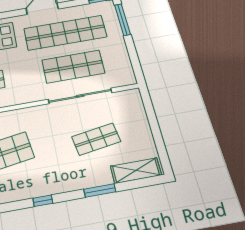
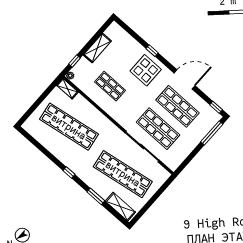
shop shelf: (65, 33) -> (177, 106), width x0.71
shop shelf: (96, 139) -> (123, 174), width x2.00, depth x1.36

